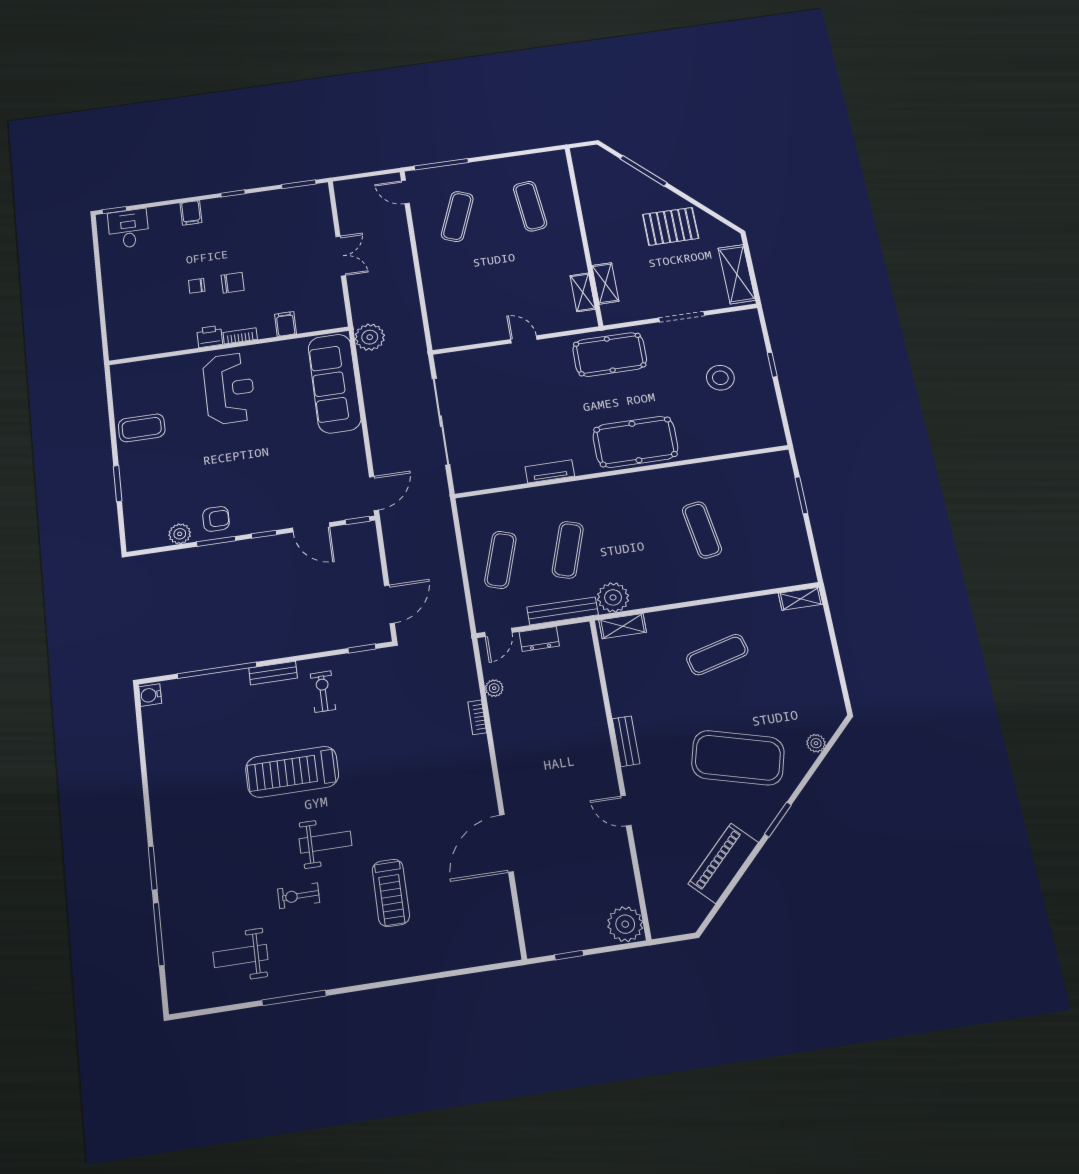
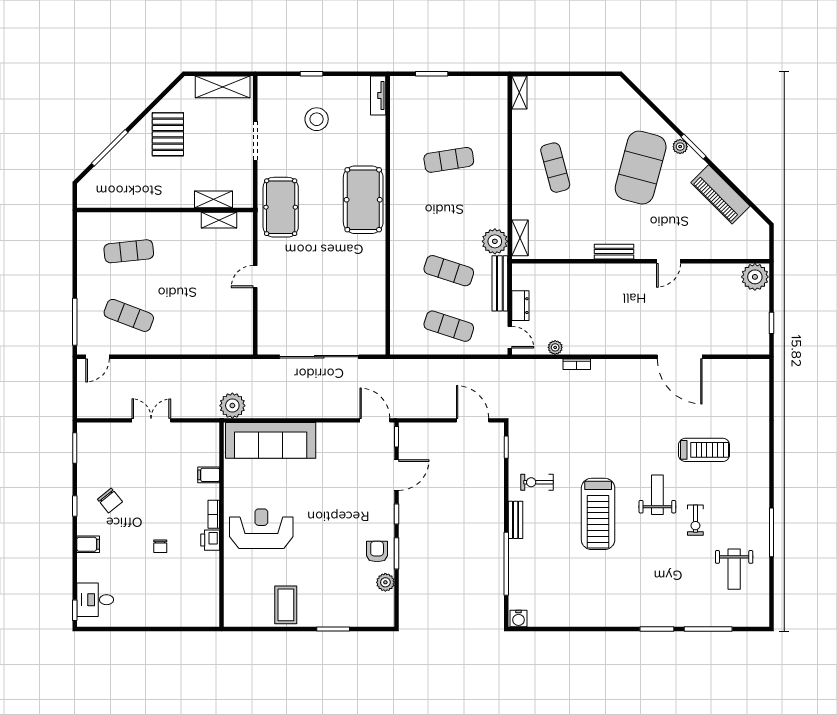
chair: (233, 283) -> (110, 500), moved, turned 141
tv unit: (550, 471) -> (378, 96), moved
plant: (816, 743) -> (680, 147), moved

